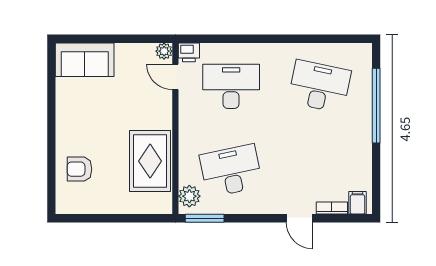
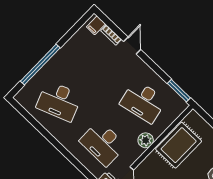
desk: (319, 86) -> (59, 101), turned -33
plant: (189, 196) -> (146, 140), moved

